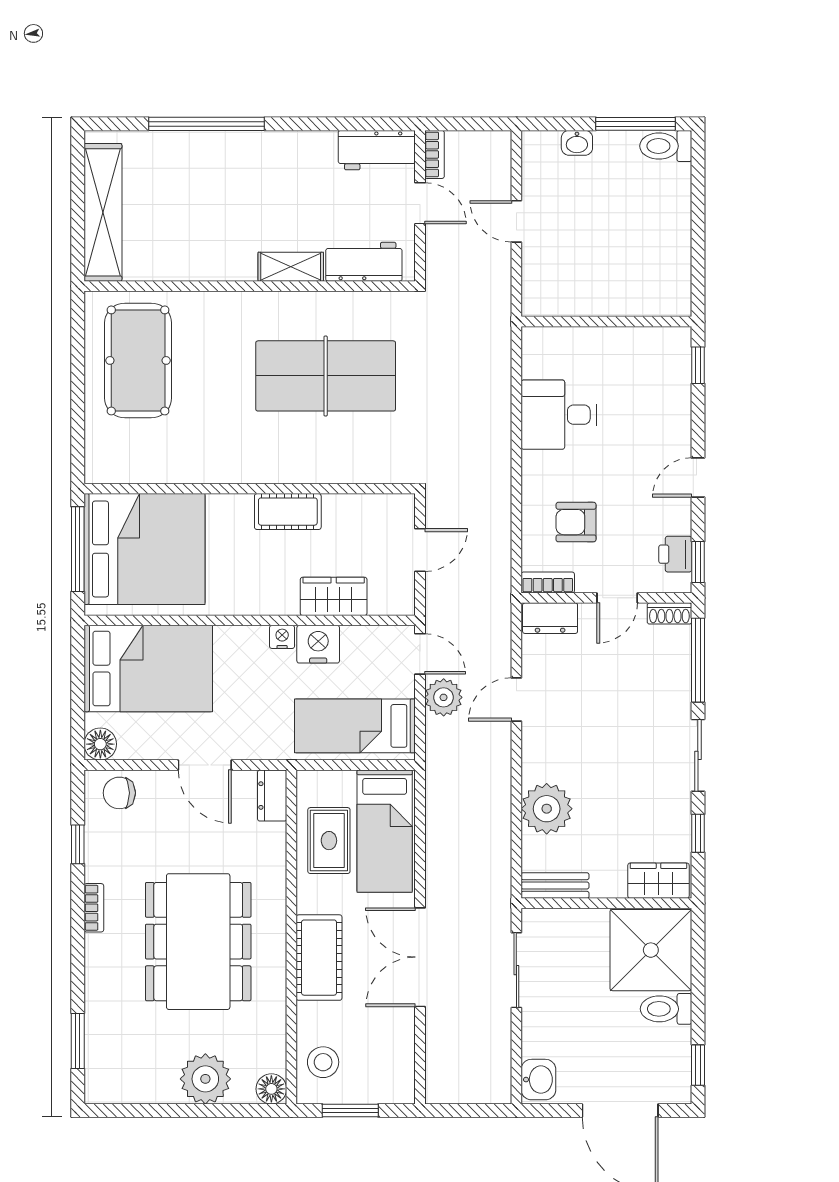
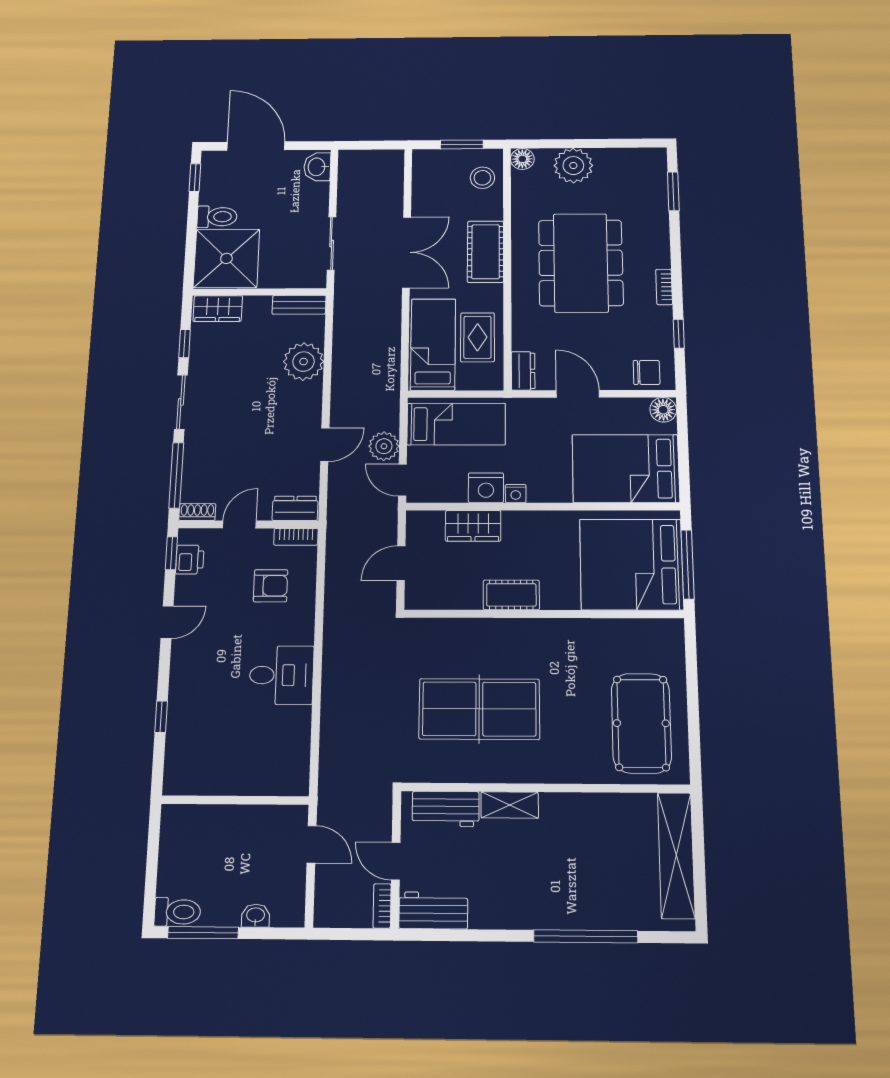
wall: (606, 322) -> (235, 800), moved

